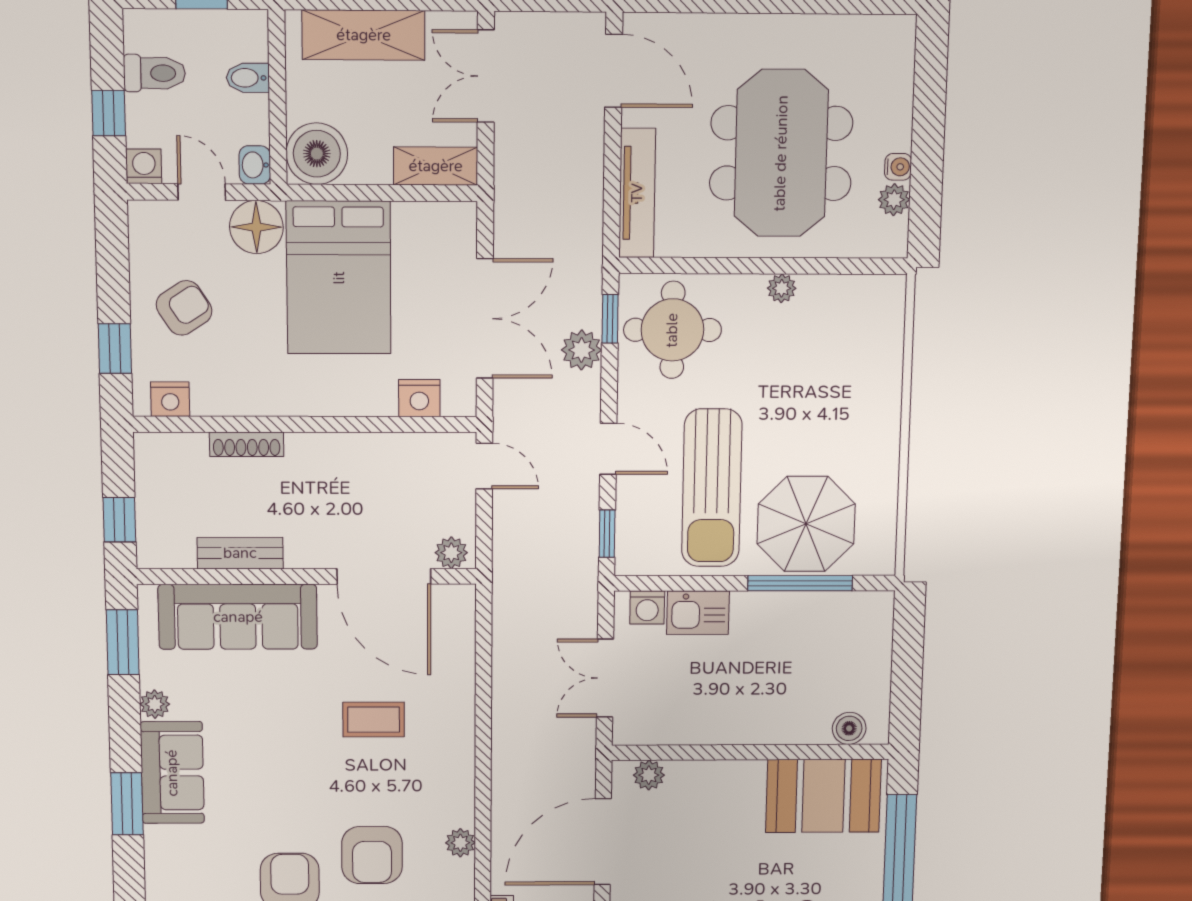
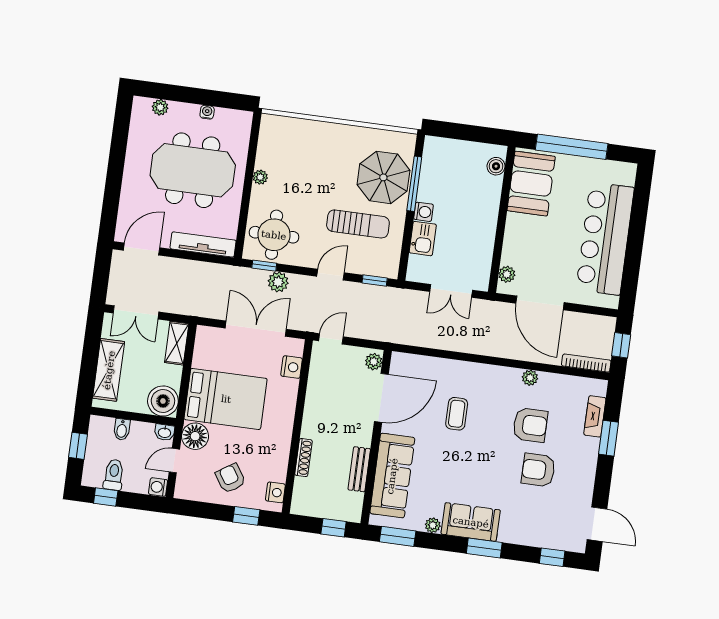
window: (109, 113) -> (106, 497), moved
plant: (894, 200) -> (160, 107), moved
sun lounger: (712, 488) -> (358, 224), width x0.73, depth x0.75
washing machine: (647, 608) -> (424, 212), moved

